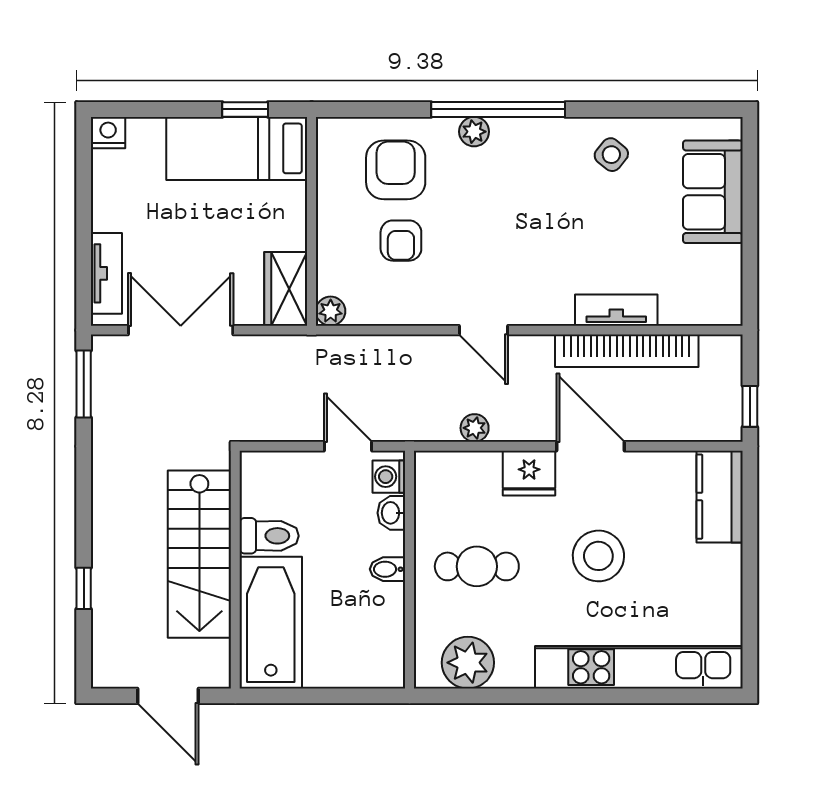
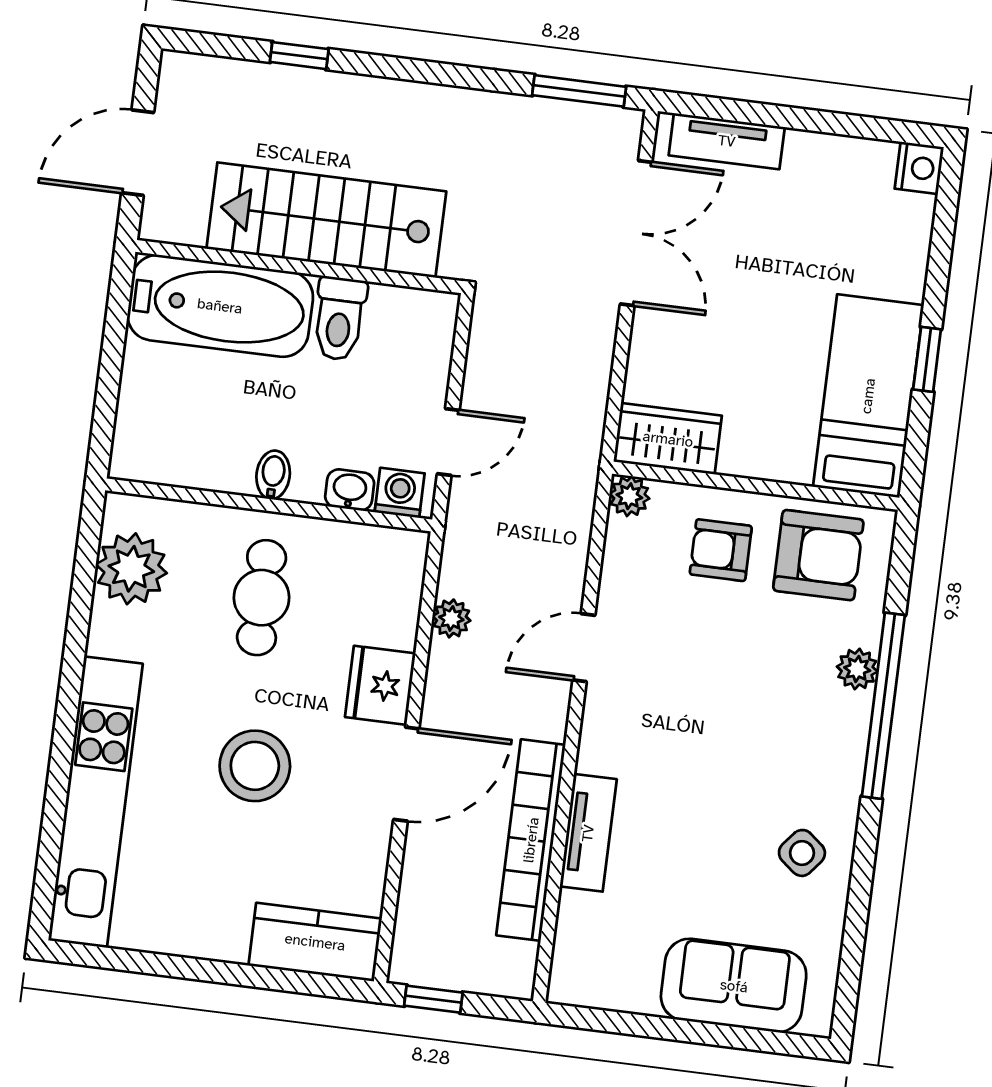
bed: (237, 148) -> (868, 396), moved
wall: (312, 221) -> (756, 486), moved
wardrobe: (286, 289) -> (668, 439), moved
plant: (331, 311) -> (629, 496), moved

